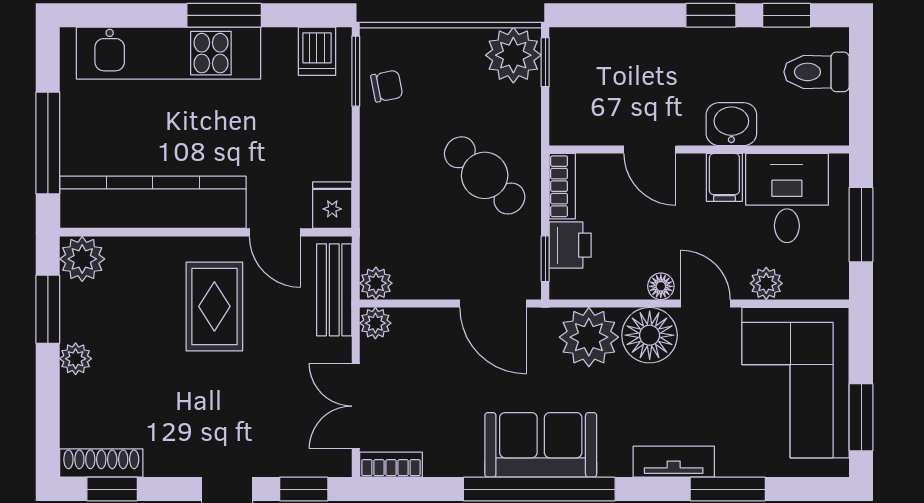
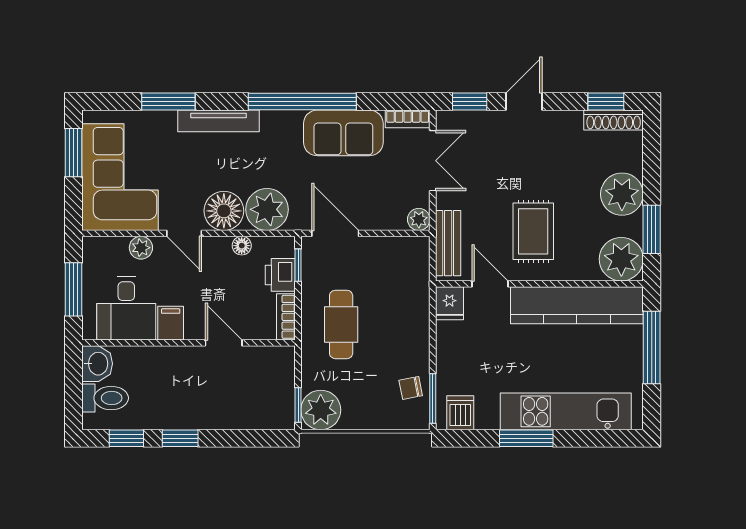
washbasin: (731, 124) -> (97, 364), moved, turned -90
cafe table: (485, 175) -> (341, 324), turned 47
plant: (82, 259) -> (621, 259), width x1.36, depth x1.36
plant: (376, 283) -> (418, 248), removed
floor lamp: (661, 286) -> (242, 246), moved
plant: (76, 359) -> (622, 194), width x1.87, depth x1.87
sofa: (541, 445) -> (343, 133), moved
tv unit: (674, 462) -> (219, 121), width x1.41

